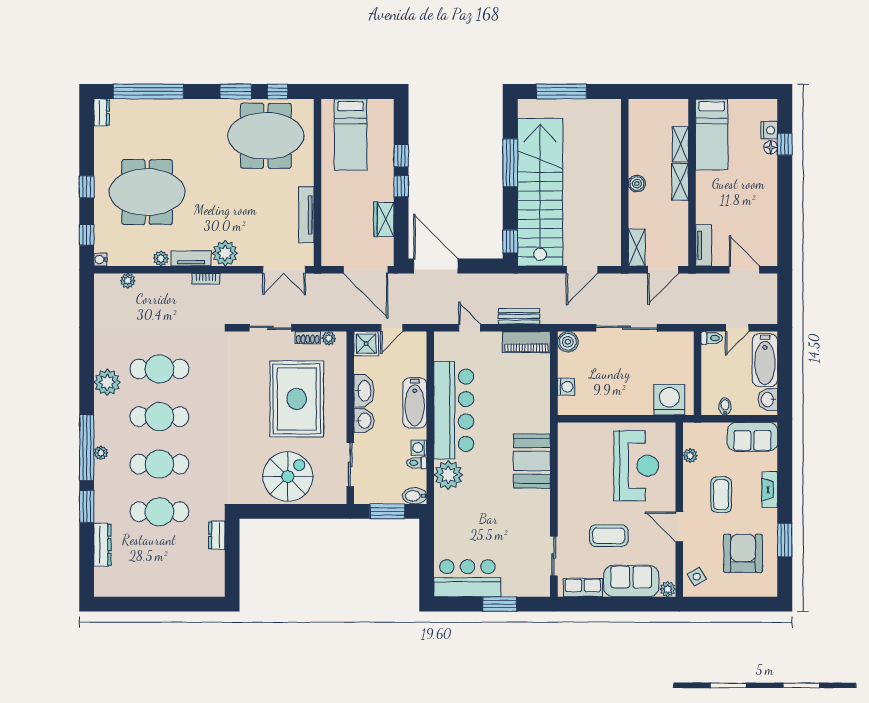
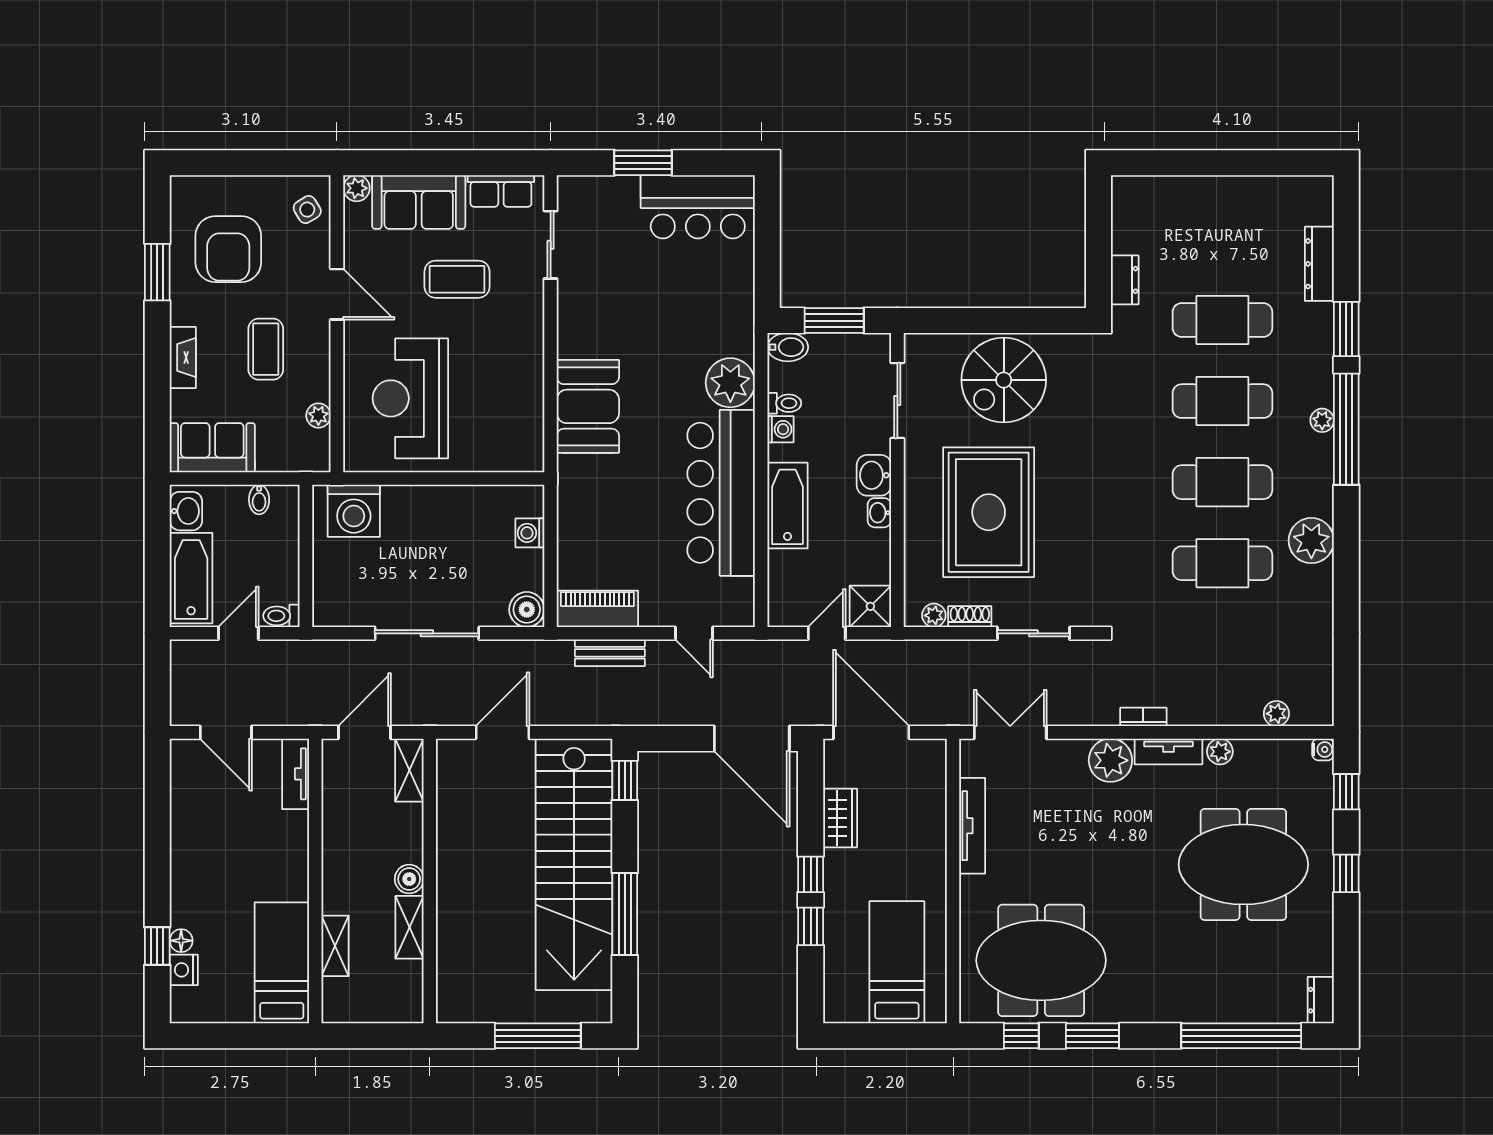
shelving: (680, 182) -> (409, 927), moved
washbasin: (364, 391) -> (879, 513), width x0.52, depth x0.69

